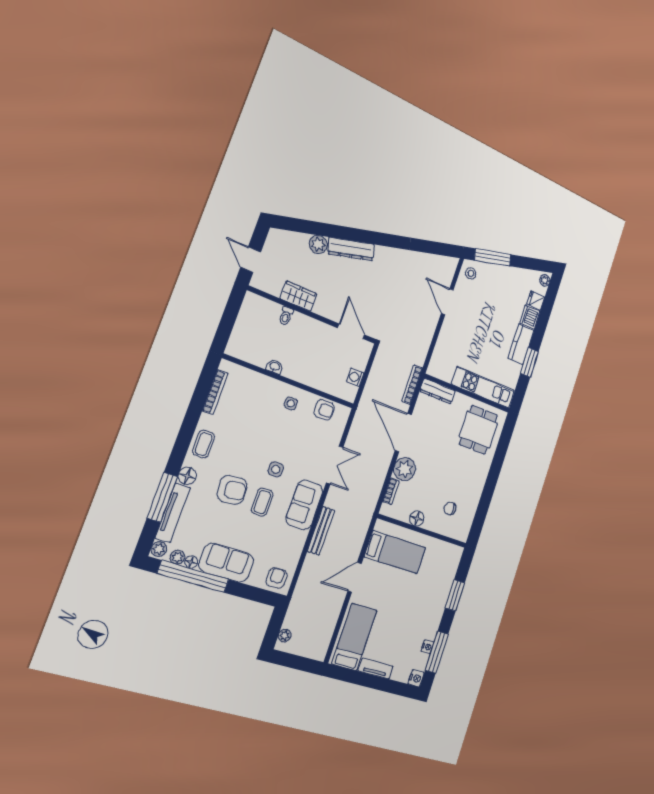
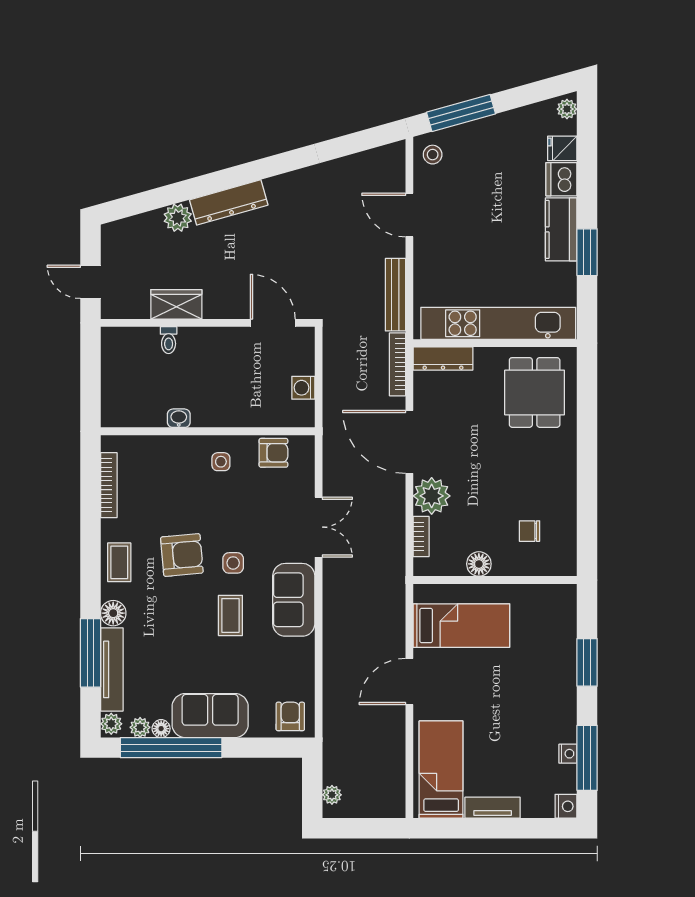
kitchen unit: (483, 387) -> (498, 323), width x1.36
armchair: (232, 490) -> (182, 555), moved
bench: (321, 531) -> (395, 295), moved

